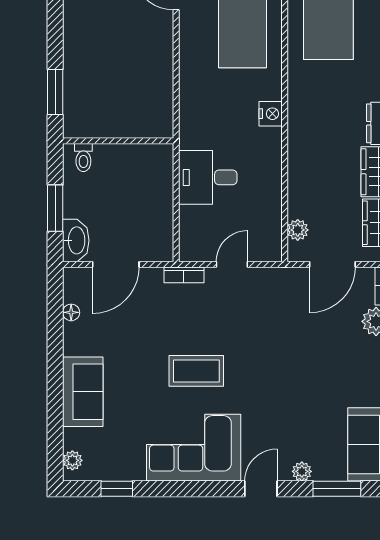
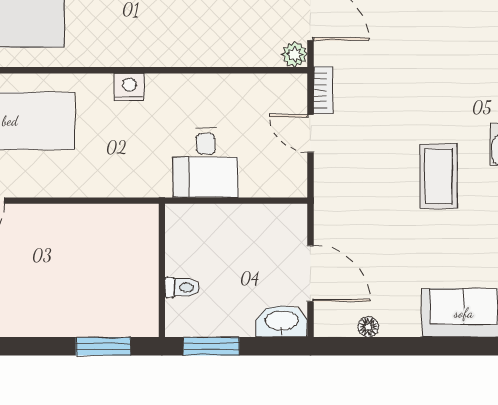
toilet: (83, 158) -> (182, 287), moved
window: (55, 208) -> (211, 346), moved
plant: (298, 230) -> (295, 54), moved
bookcase: (184, 275) -> (323, 90), moved

